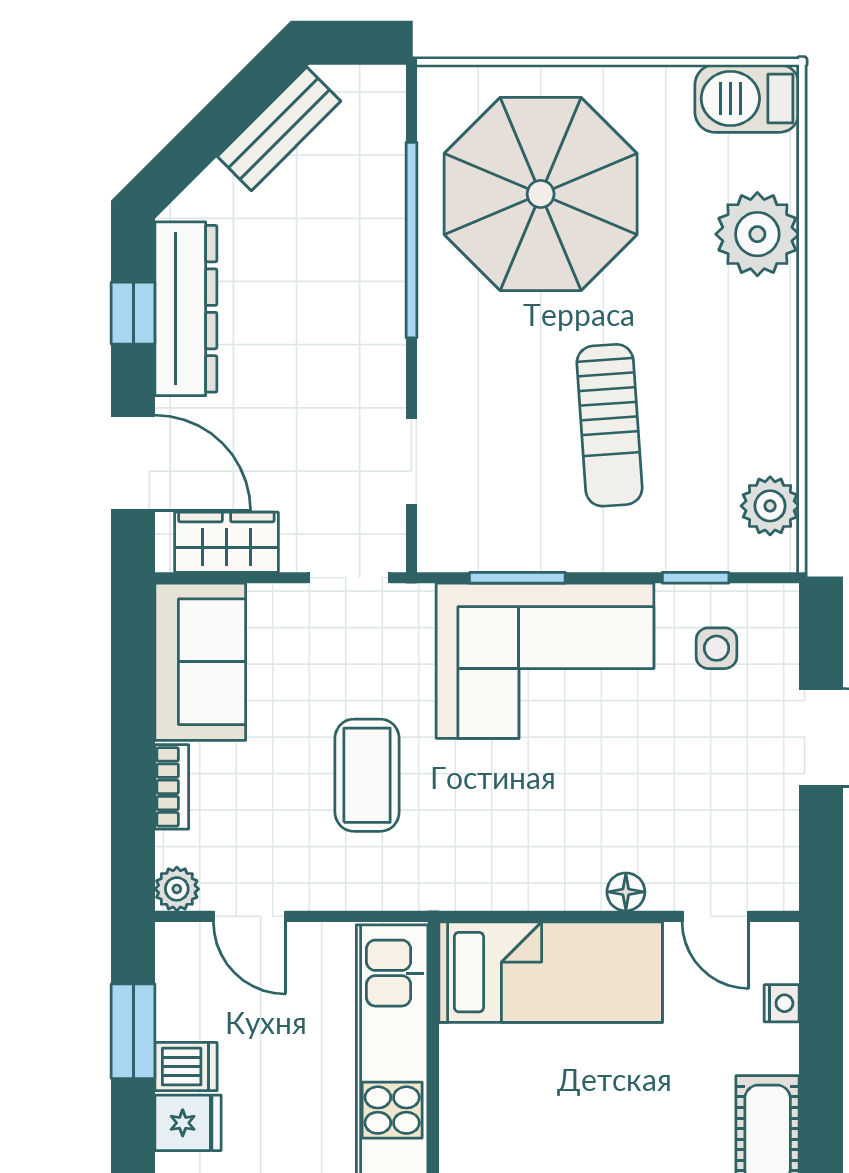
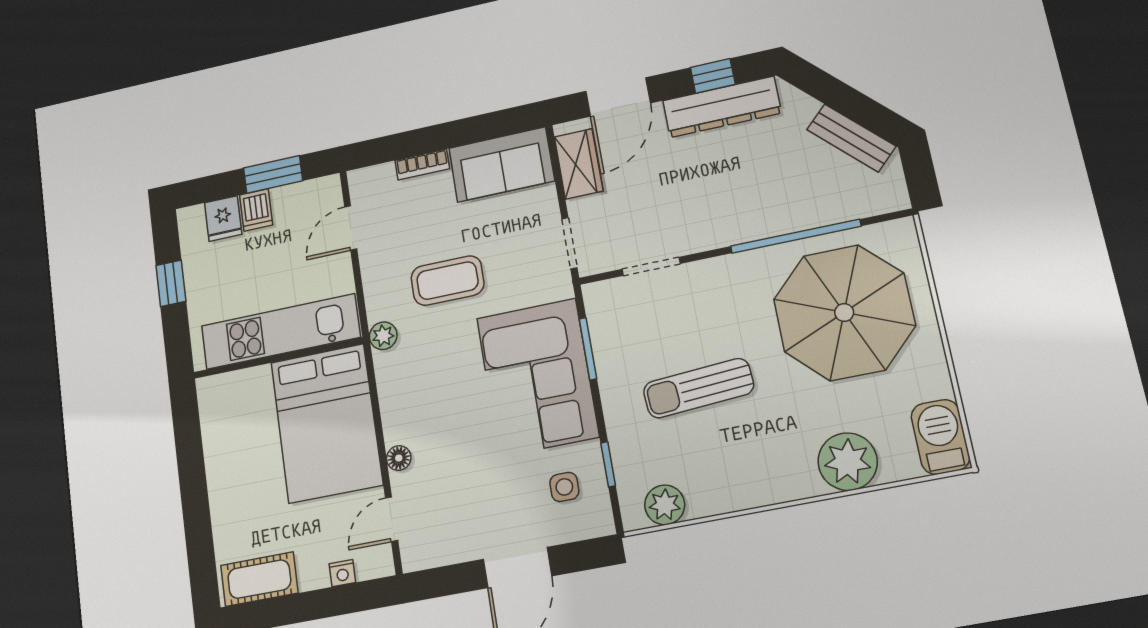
plant: (177, 889) -> (383, 336), moved
bed: (551, 972) -> (326, 423), width x1.50

